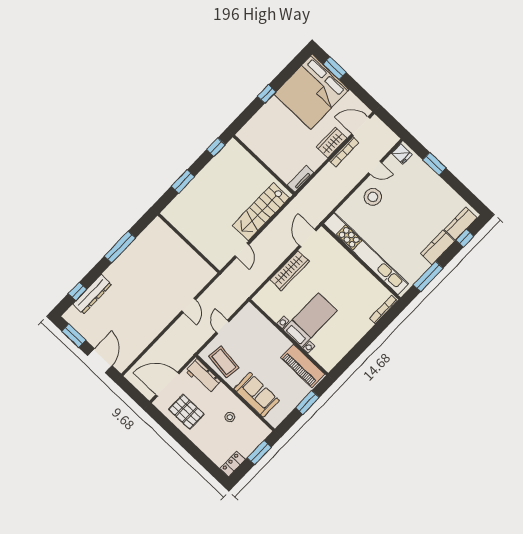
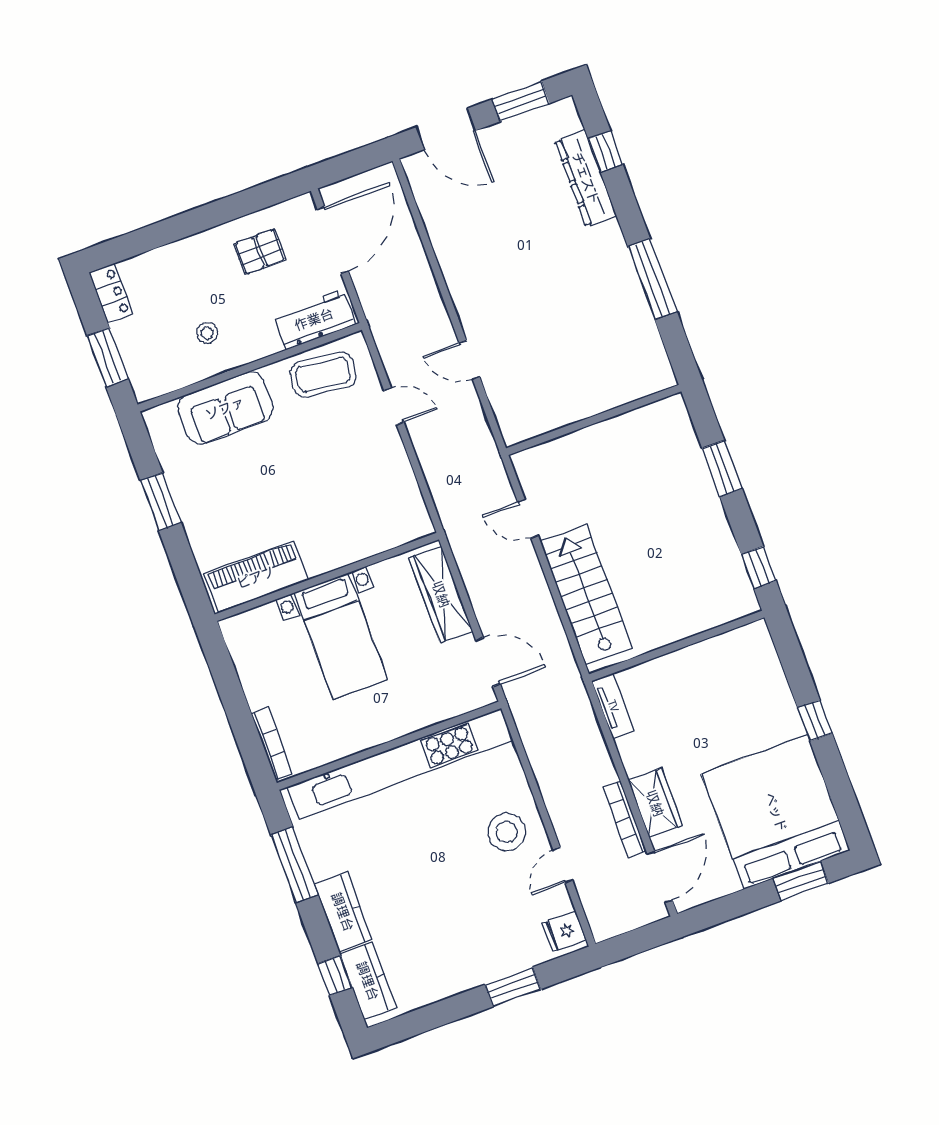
bed with nightstands: (310, 320) -> (341, 636), moved
wall: (289, 337) -> (327, 577), moved
piano: (303, 366) -> (256, 577), moved
pallet: (186, 412) -> (260, 252), width x0.67, depth x0.71

